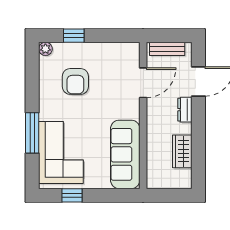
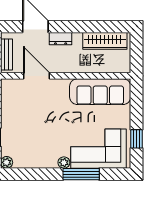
armchair: (75, 81) -> (35, 136), removed
plant: (45, 113) -> (64, 163), added
wardrobe: (182, 151) -> (105, 41), width x1.50

